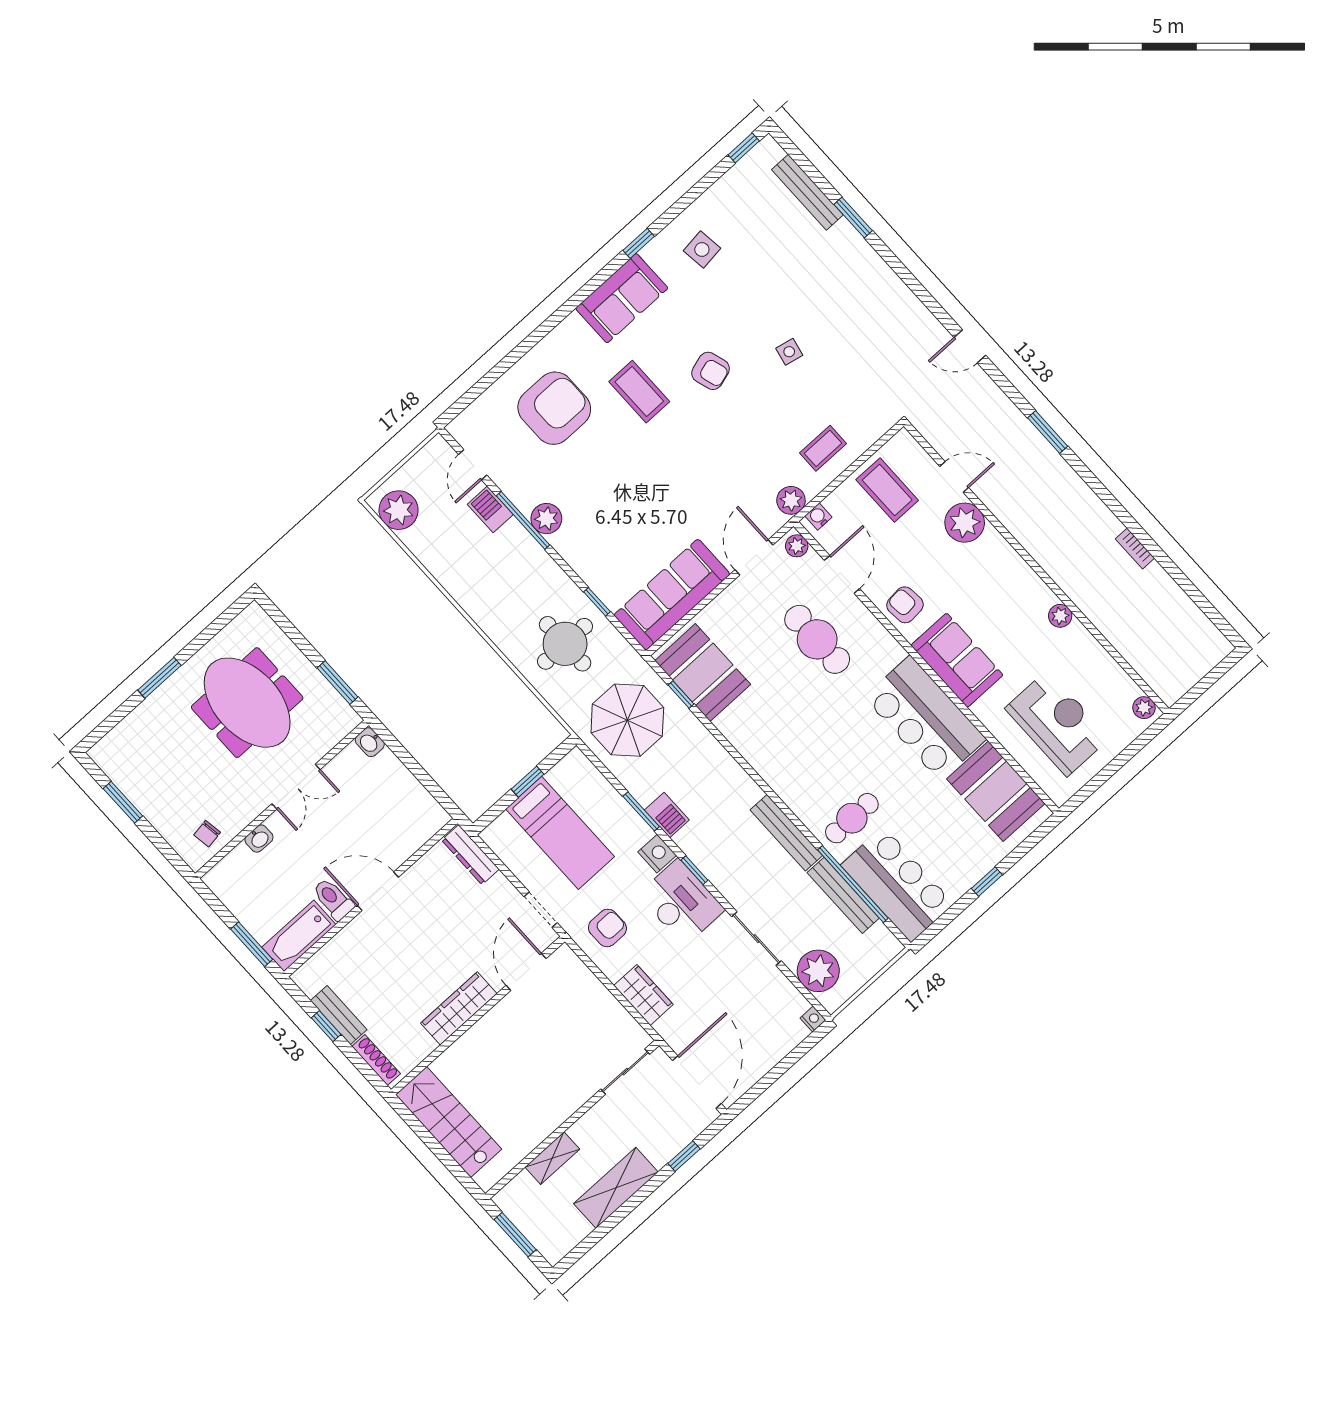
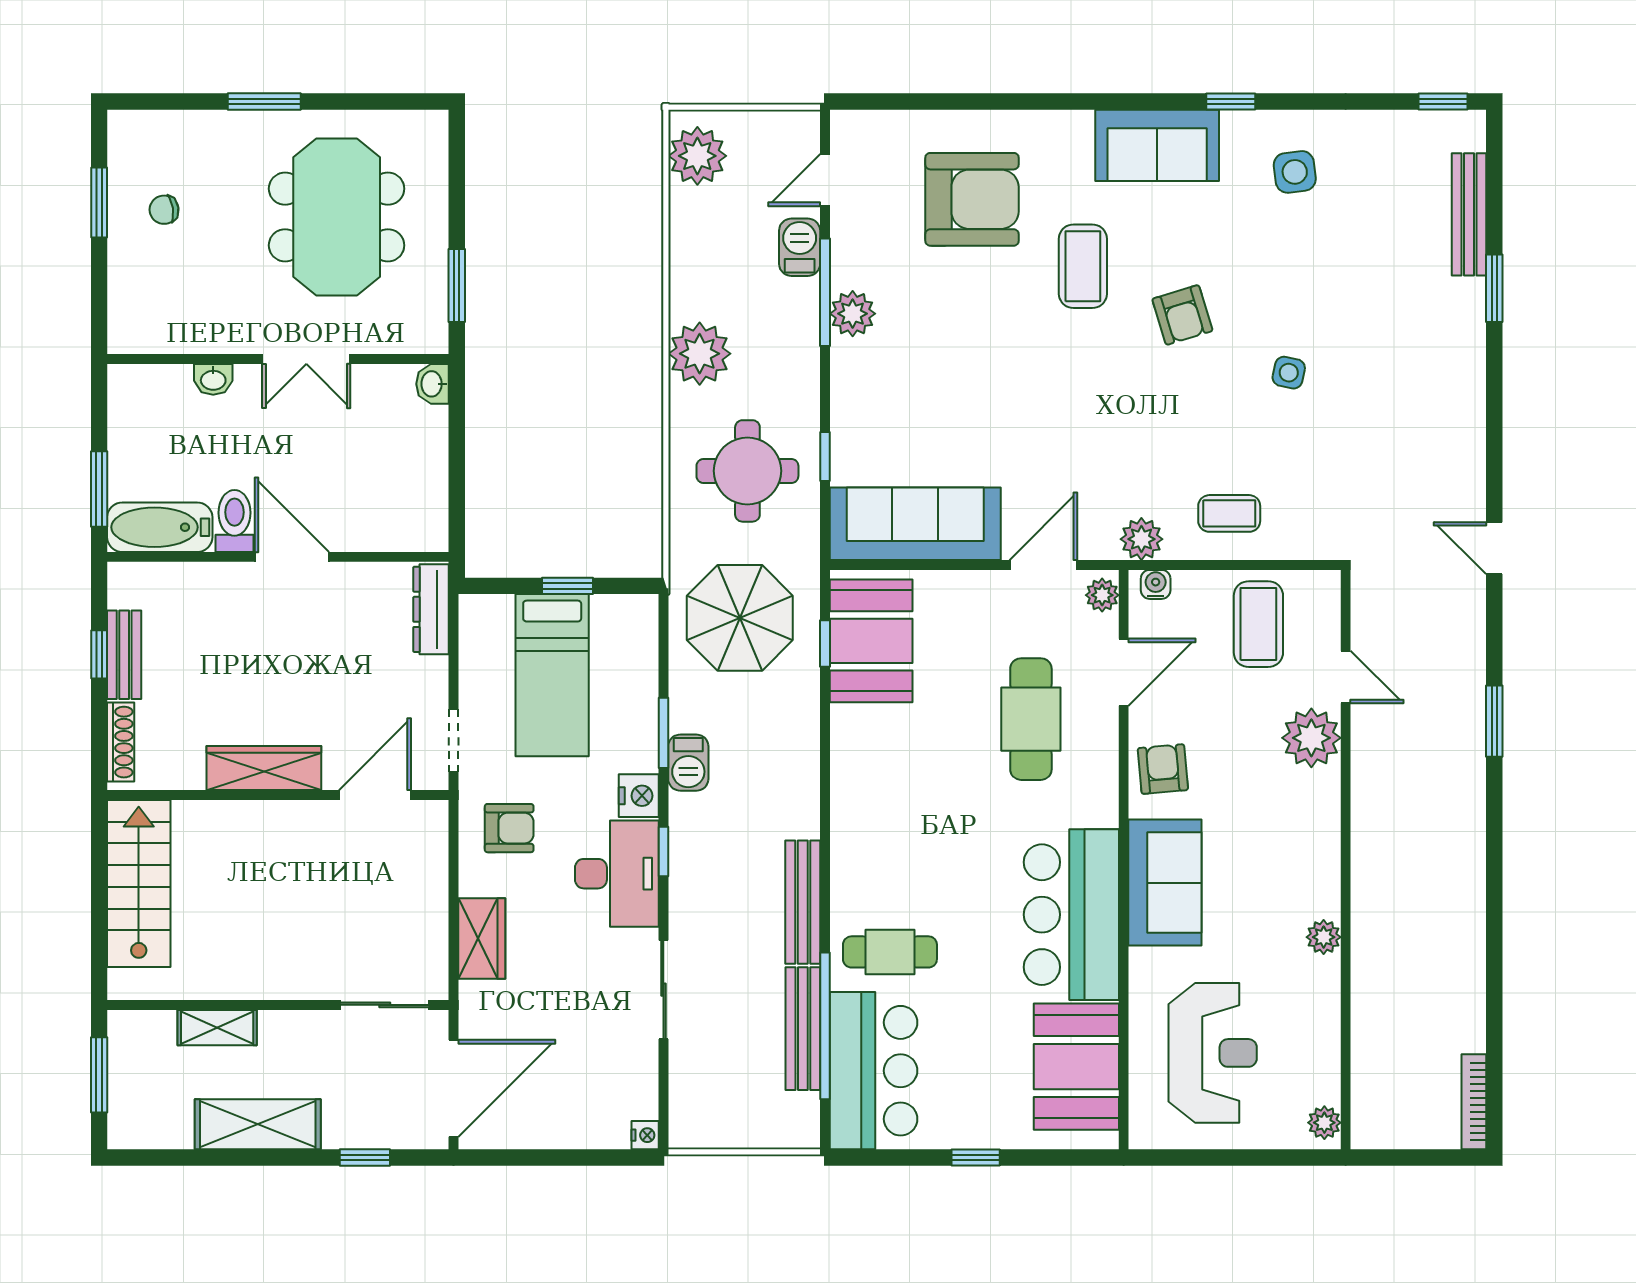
bookcase: (1135, 548) -> (1474, 1102), moved, width x1.56
chair: (207, 834) -> (164, 210), moved
plant: (818, 971) -> (700, 354), moved

